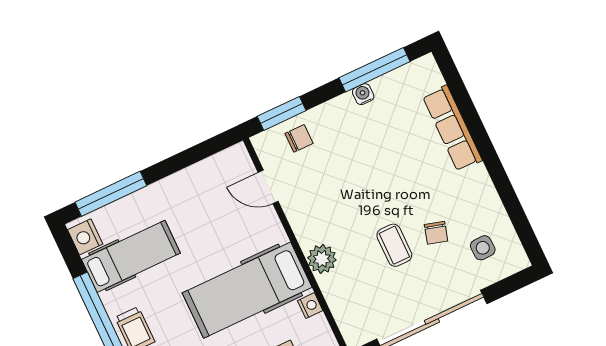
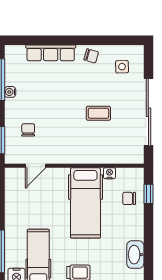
chair: (299, 138) -> (28, 130), moved
chair: (436, 233) -> (91, 56), moved
plant: (322, 259) -> (88, 155), removed

